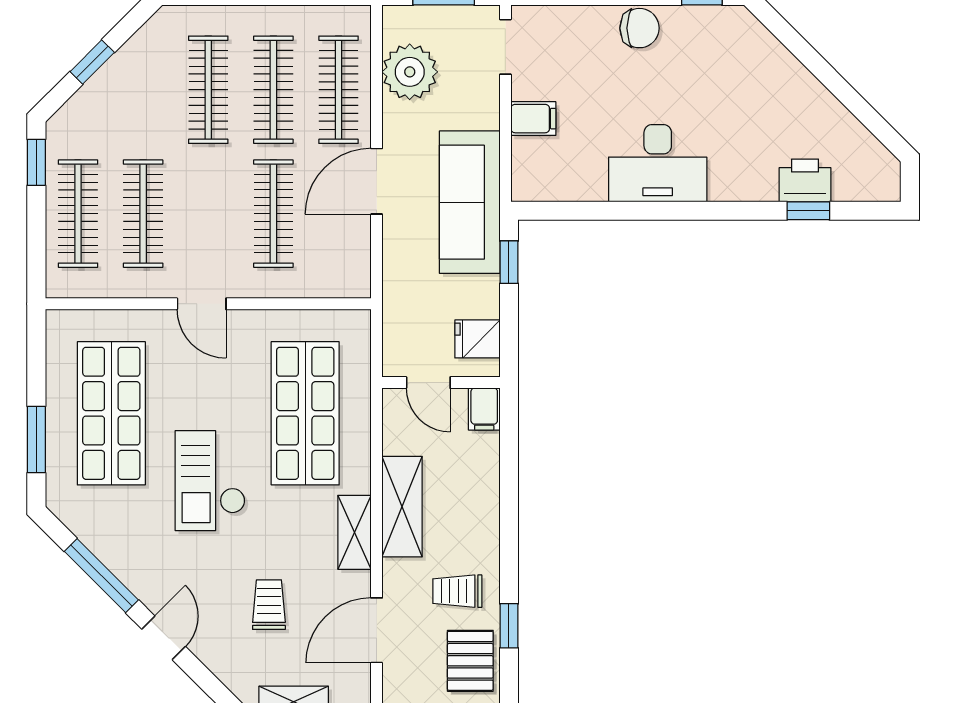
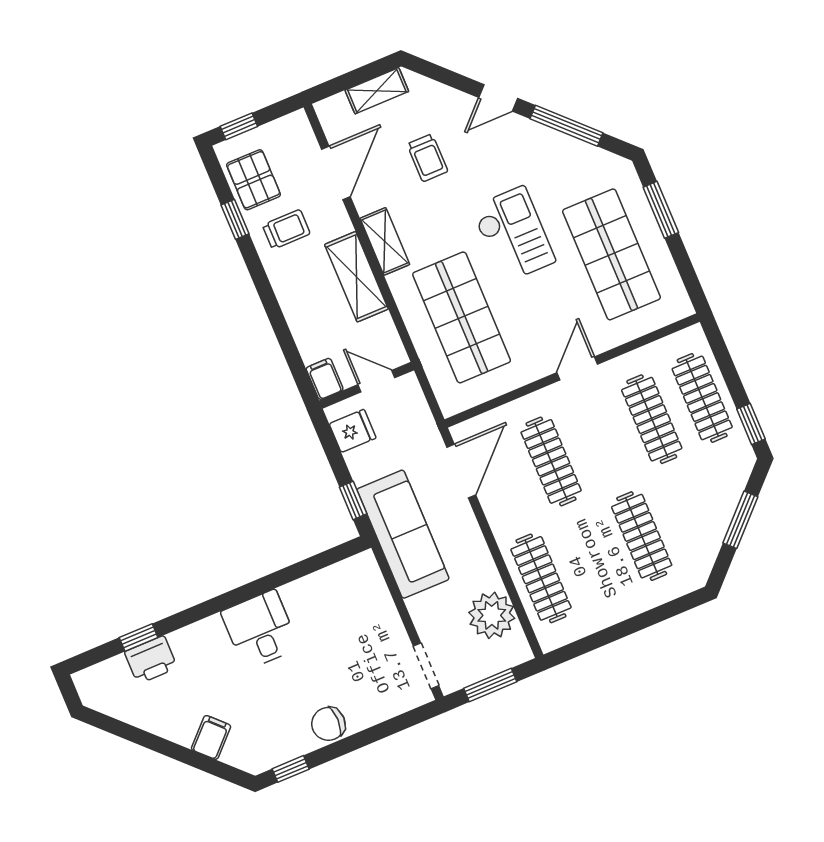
window: (92, 62) -> (740, 520), width x1.50
clothes rail: (273, 90) -> (591, 557), removed
filing cabinet: (533, 119) -> (211, 737), moved, turned 135
desk: (658, 163) -> (260, 630), width x0.73
door: (377, 181) -> (461, 471), moved
door: (202, 304) -> (577, 368), hinge flipped
door: (164, 638) -> (498, 98), hinge flipped

